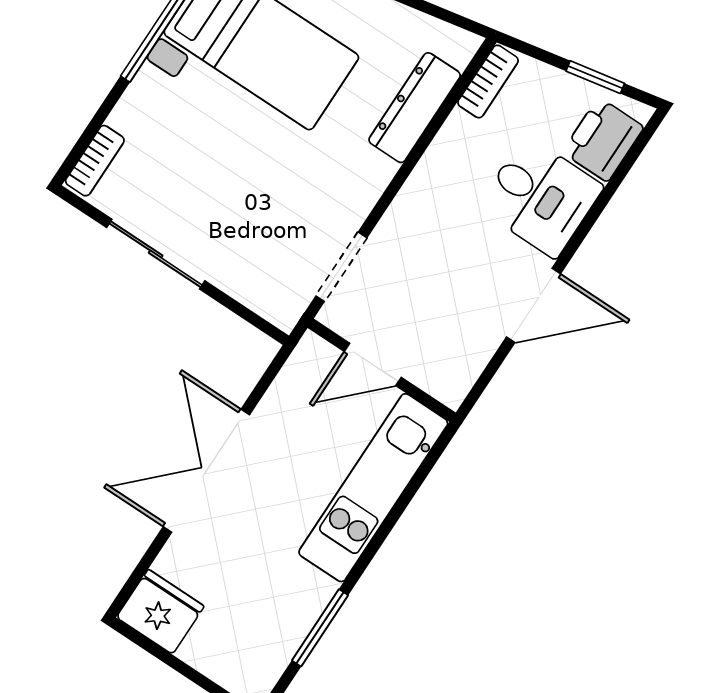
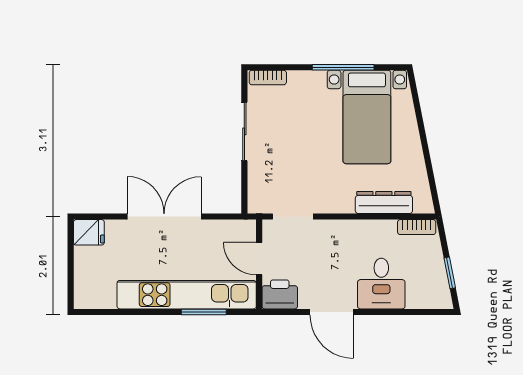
printer: (603, 140) -> (280, 294), moved
kitchen unit: (373, 488) -> (187, 295), width x1.36
fridge: (160, 612) -> (89, 232), width x0.72
window: (320, 628) -> (204, 312), moved

